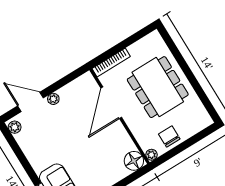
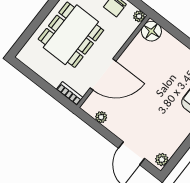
bookcase: (111, 63) -> (70, 93), width x0.64
plant: (53, 99) -> (101, 117), moved

